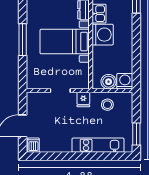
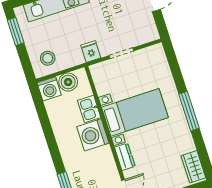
kitchen sink: (99, 14) -> (89, 109), moved
window: (23, 40) -> (189, 111), moved
stool: (107, 105) -> (48, 58), moved

